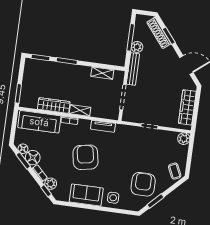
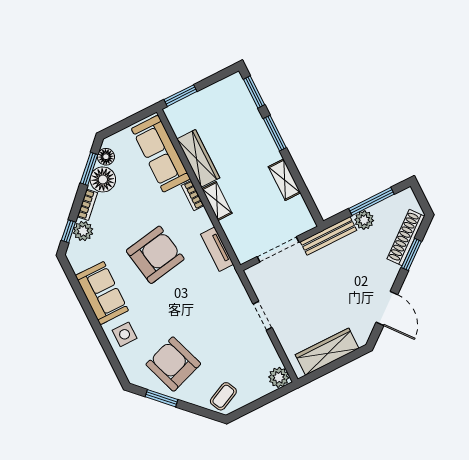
shelving: (102, 73) -> (284, 180), moved
armchair: (143, 184) -> (173, 364), turned -109

